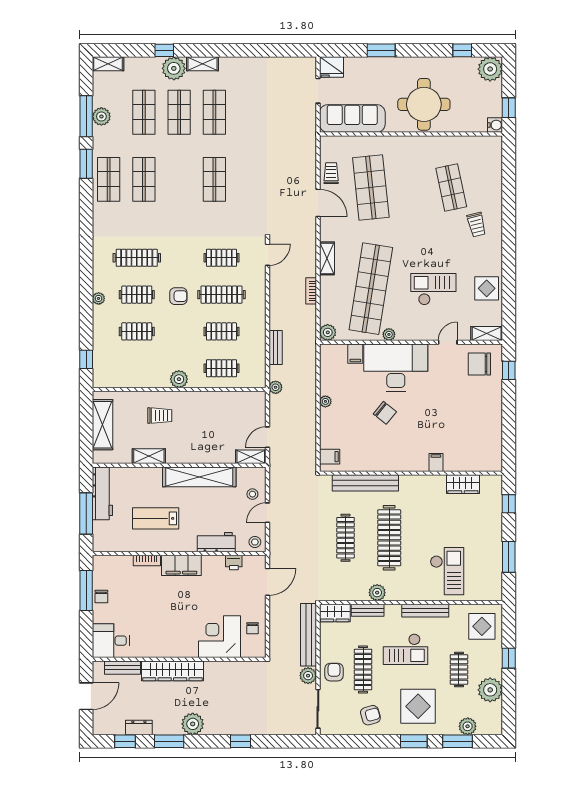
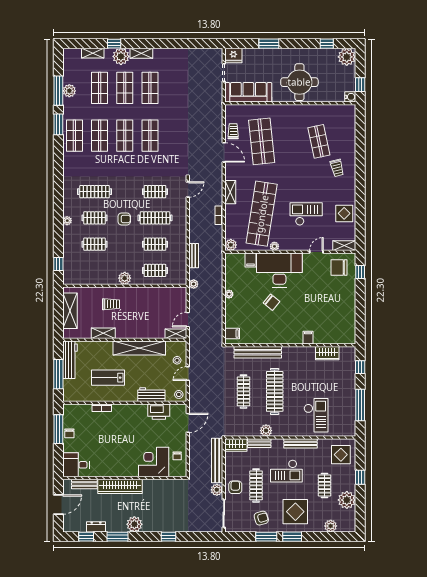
shelving: (108, 64) -> (93, 53), moved
shop shelf: (179, 179) -> (125, 136), added
window: (509, 557) -> (360, 405), width x1.44
printer: (234, 562) -> (159, 412), width x1.87, depth x1.48
filing cabinet: (181, 565) -> (126, 411), removed
window: (457, 741) -> (266, 537), moved

